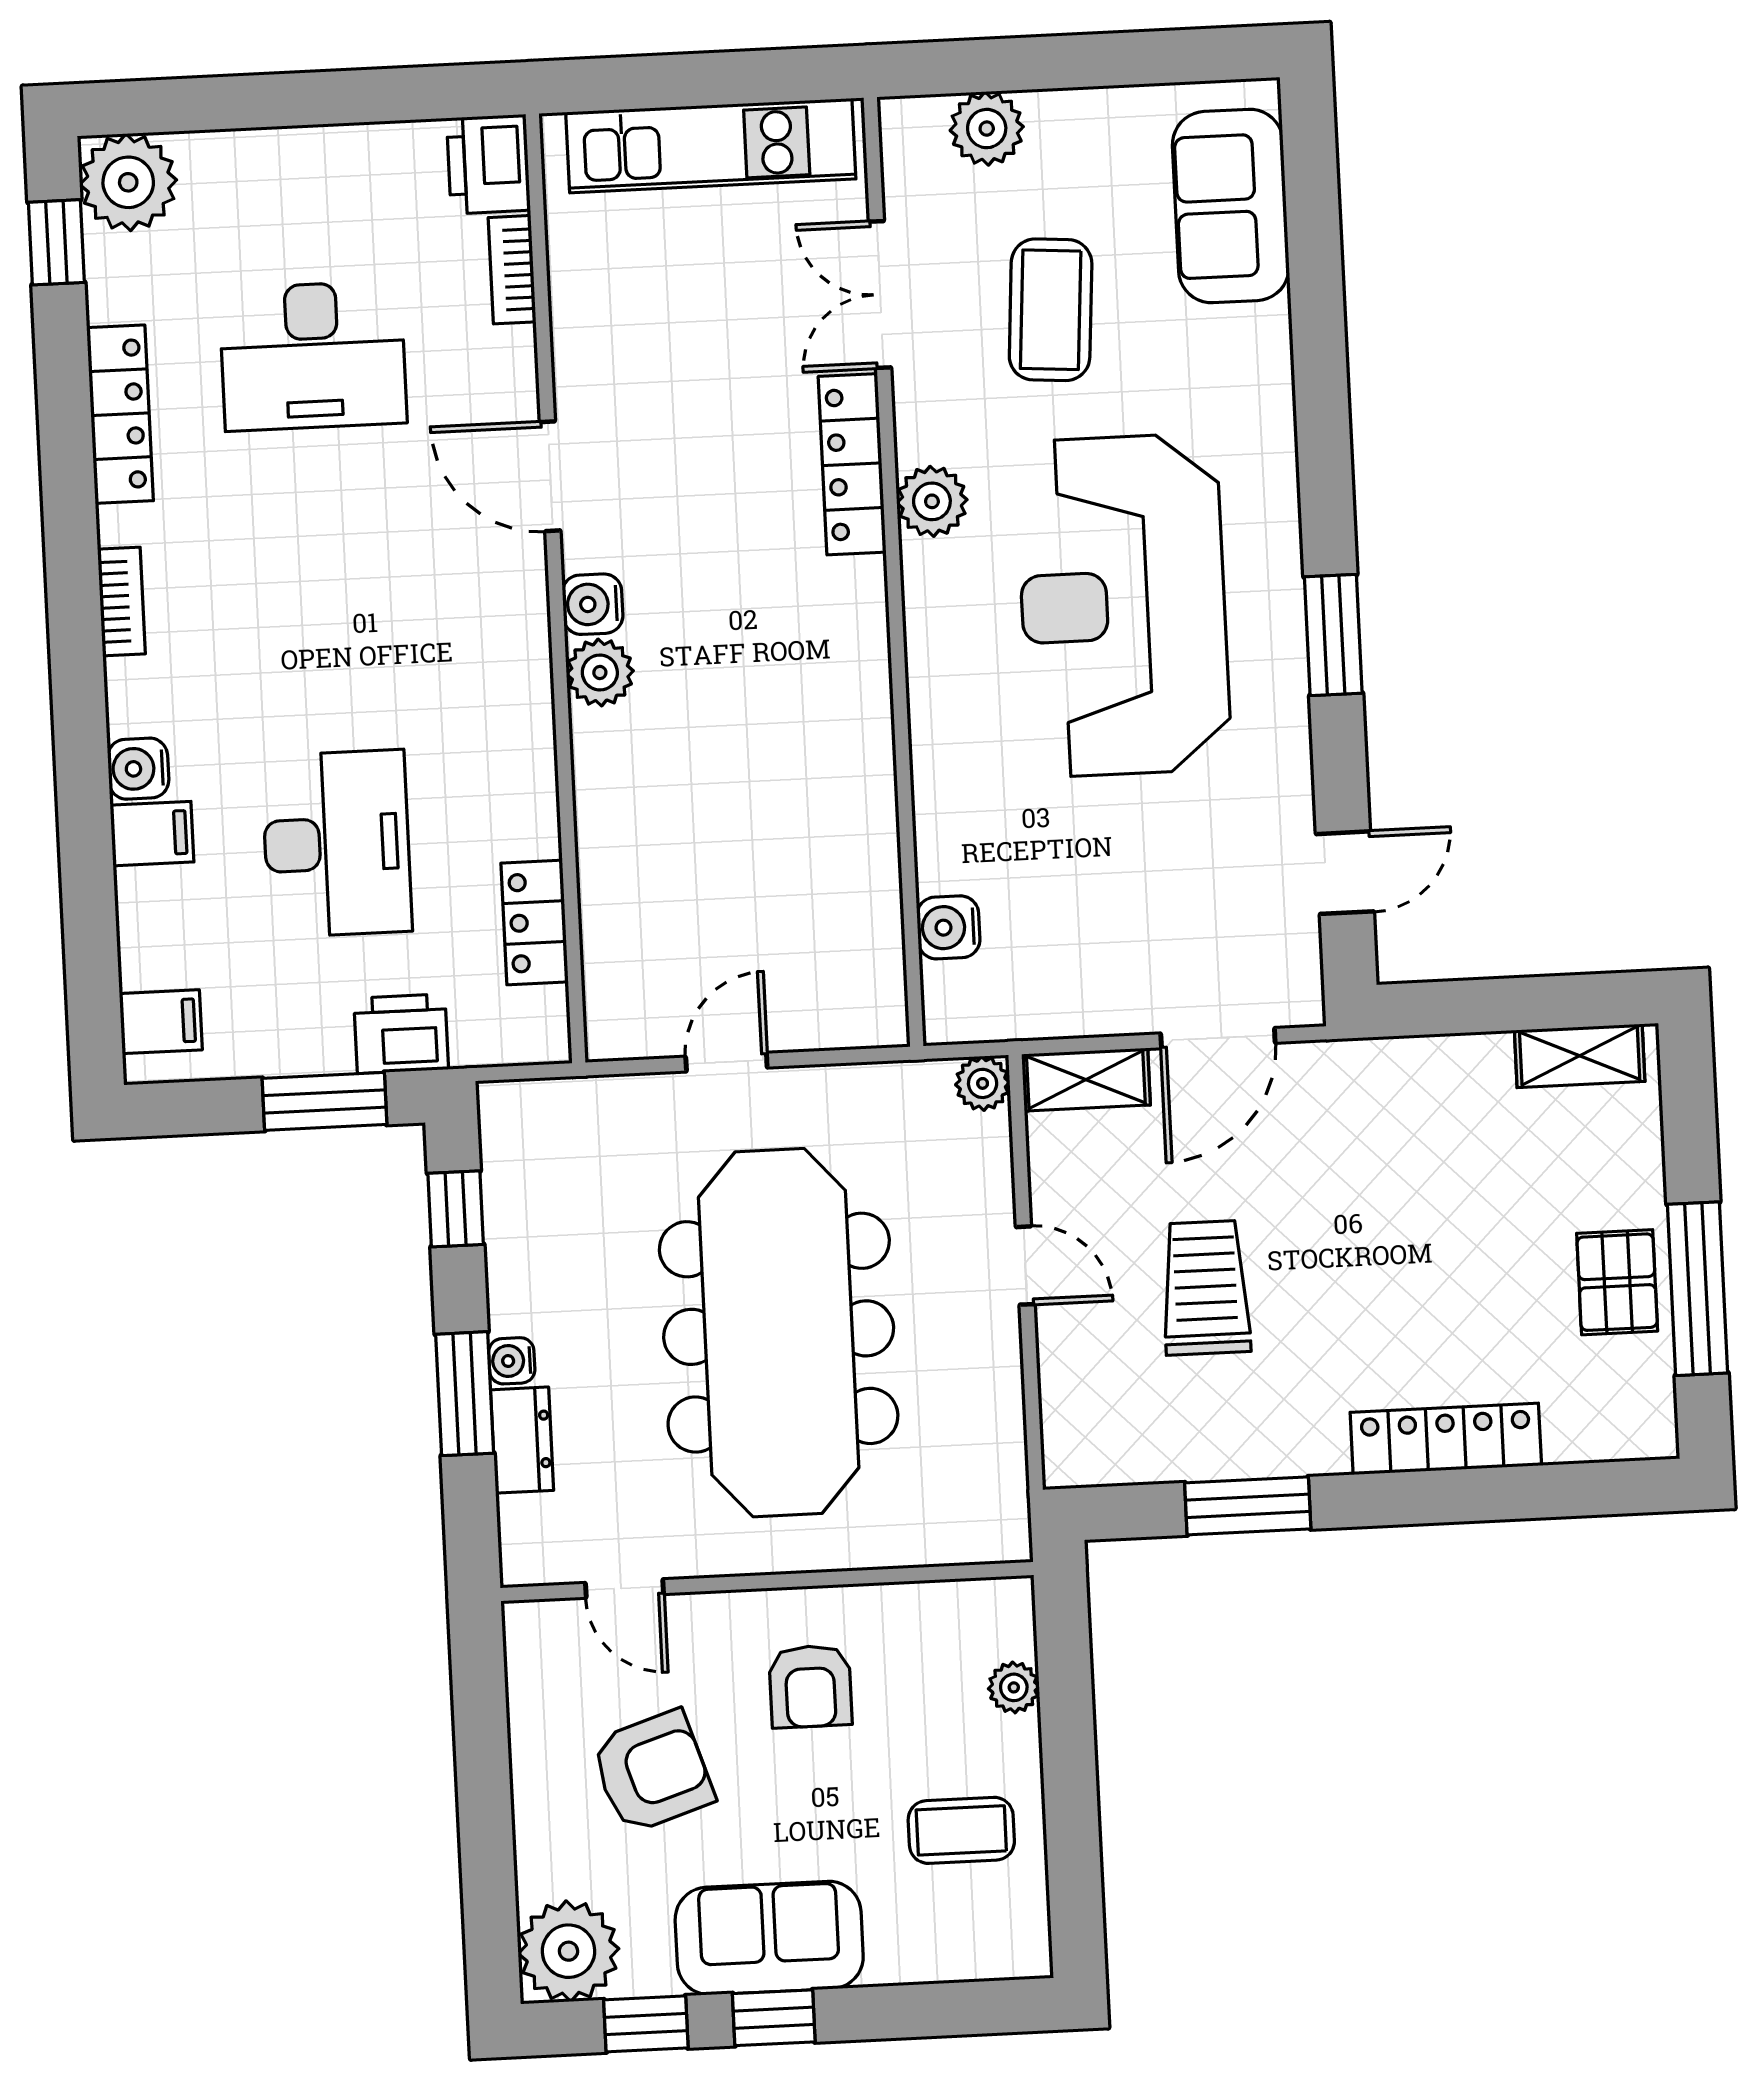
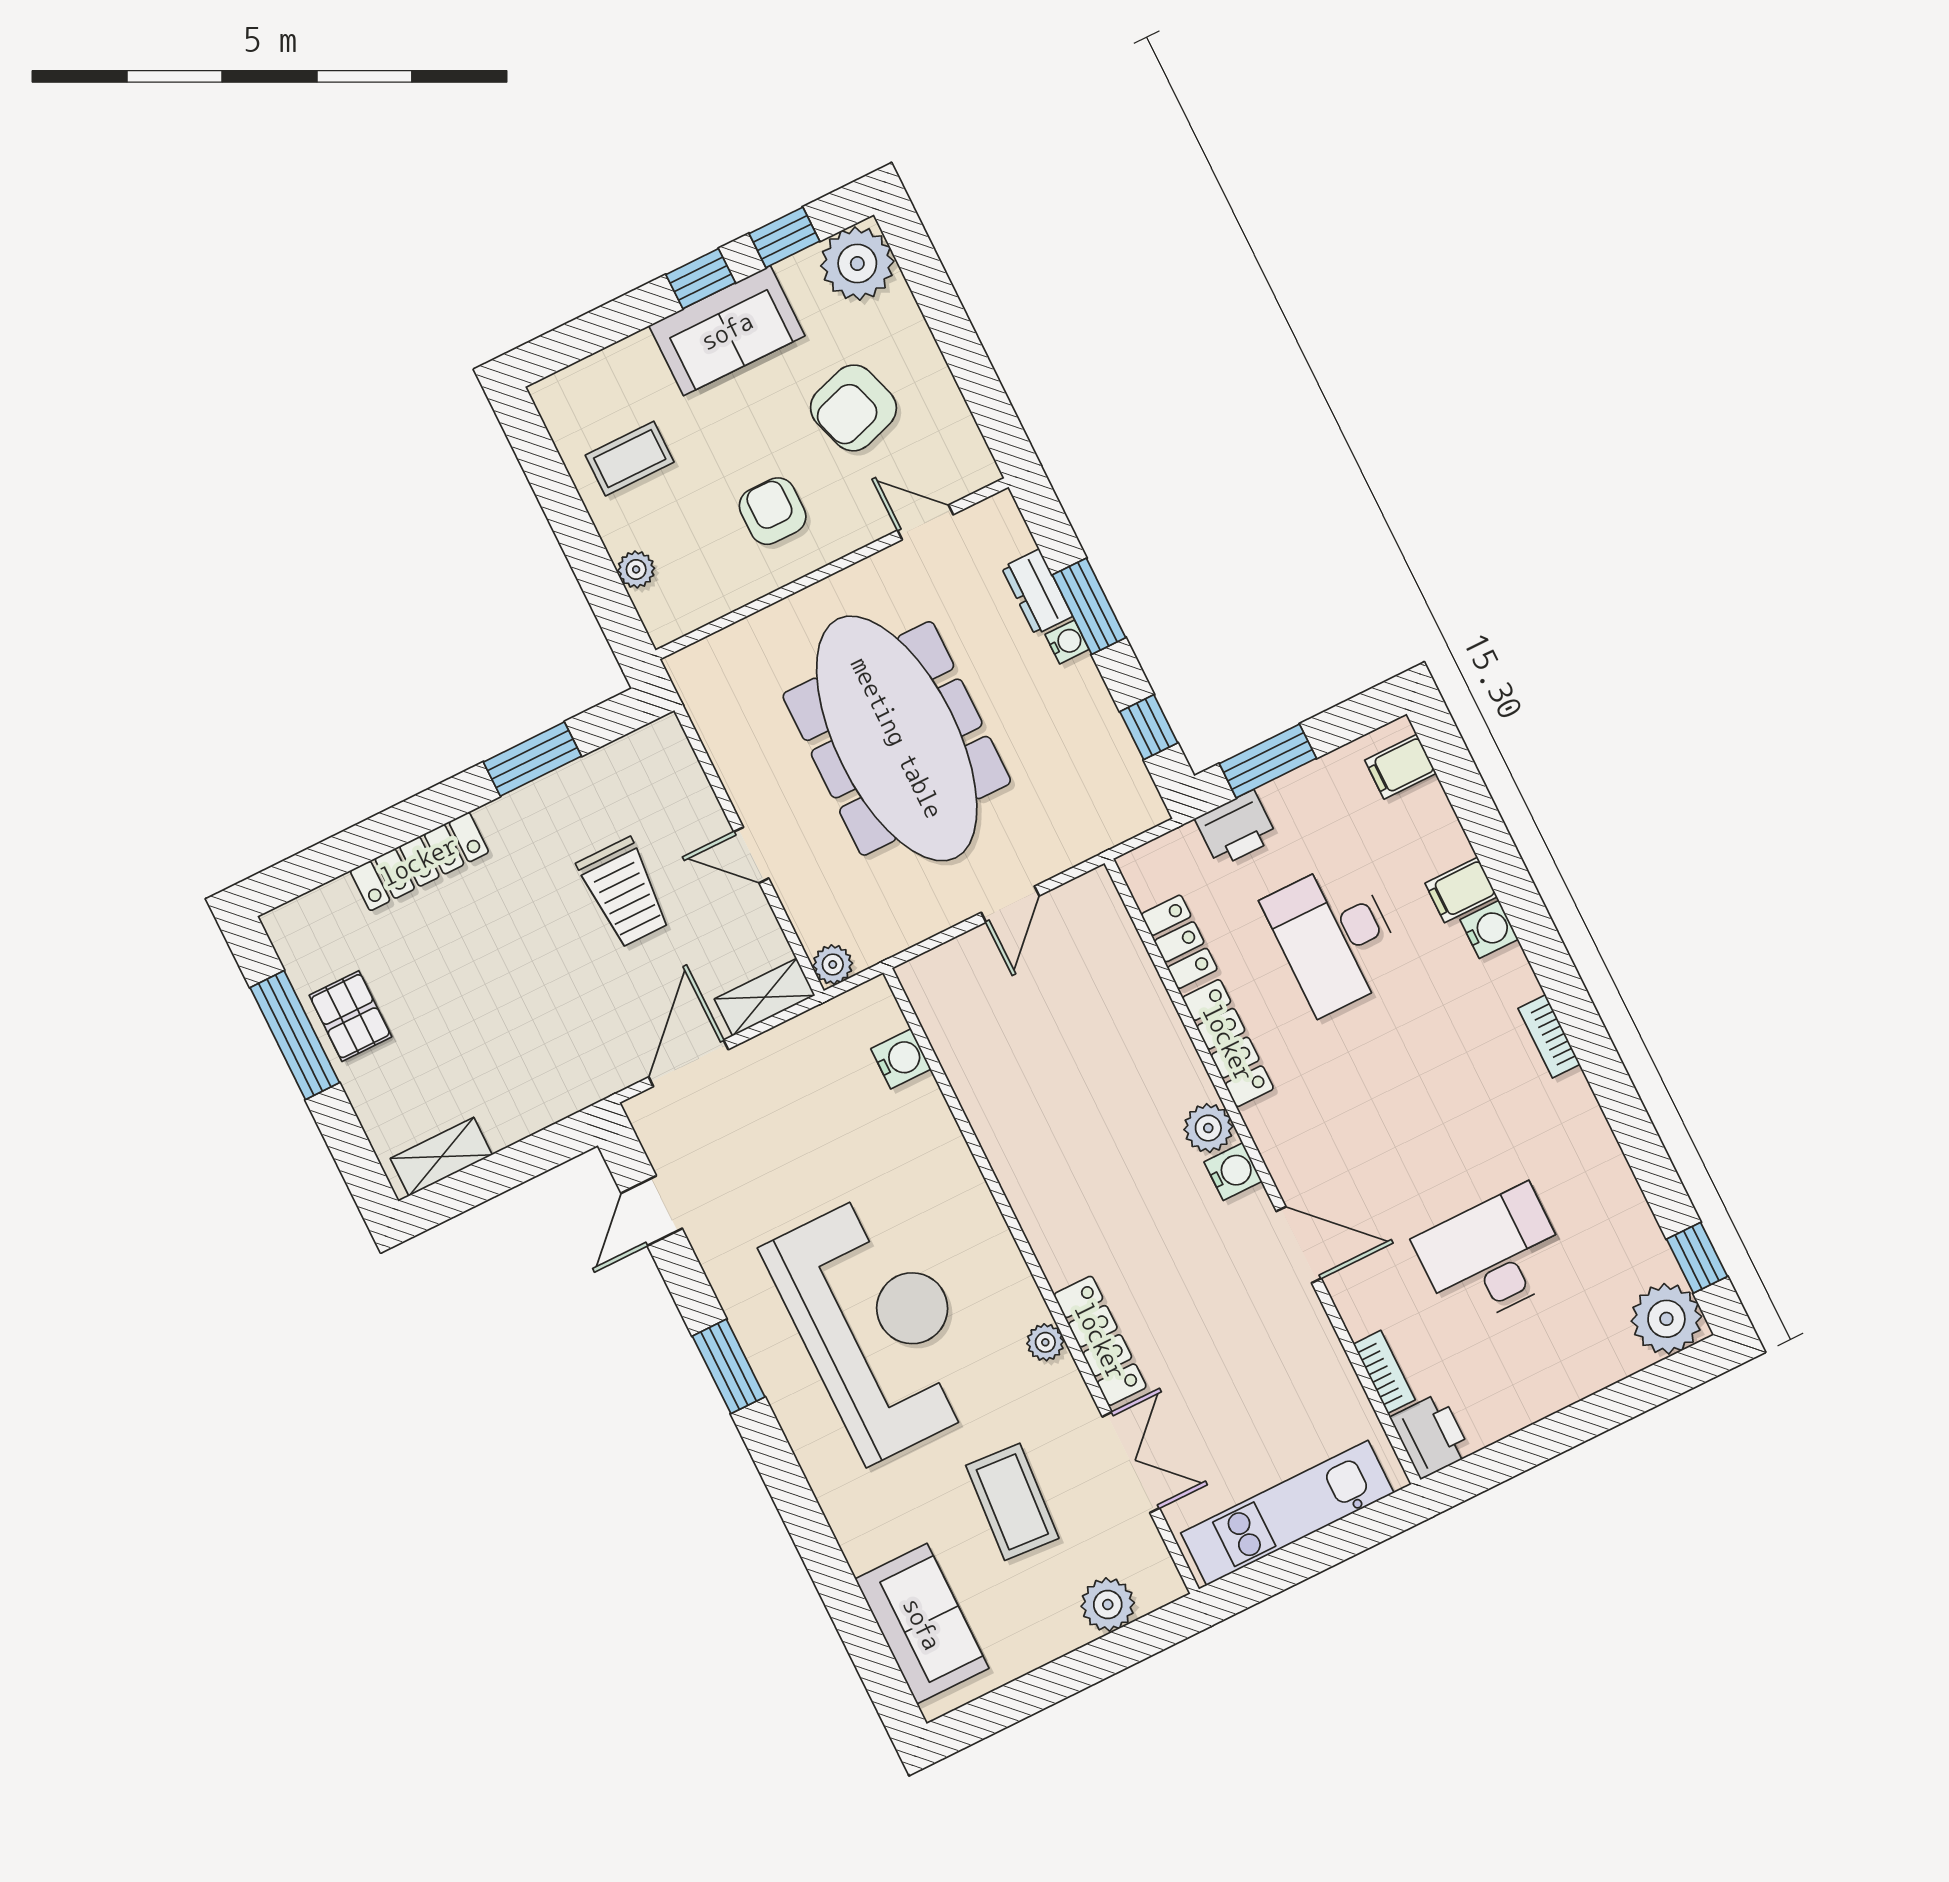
locker: (120, 414) -> (1228, 1043), moved, turned 180
plant: (932, 501) -> (1045, 1342), width x0.73, depth x0.73

